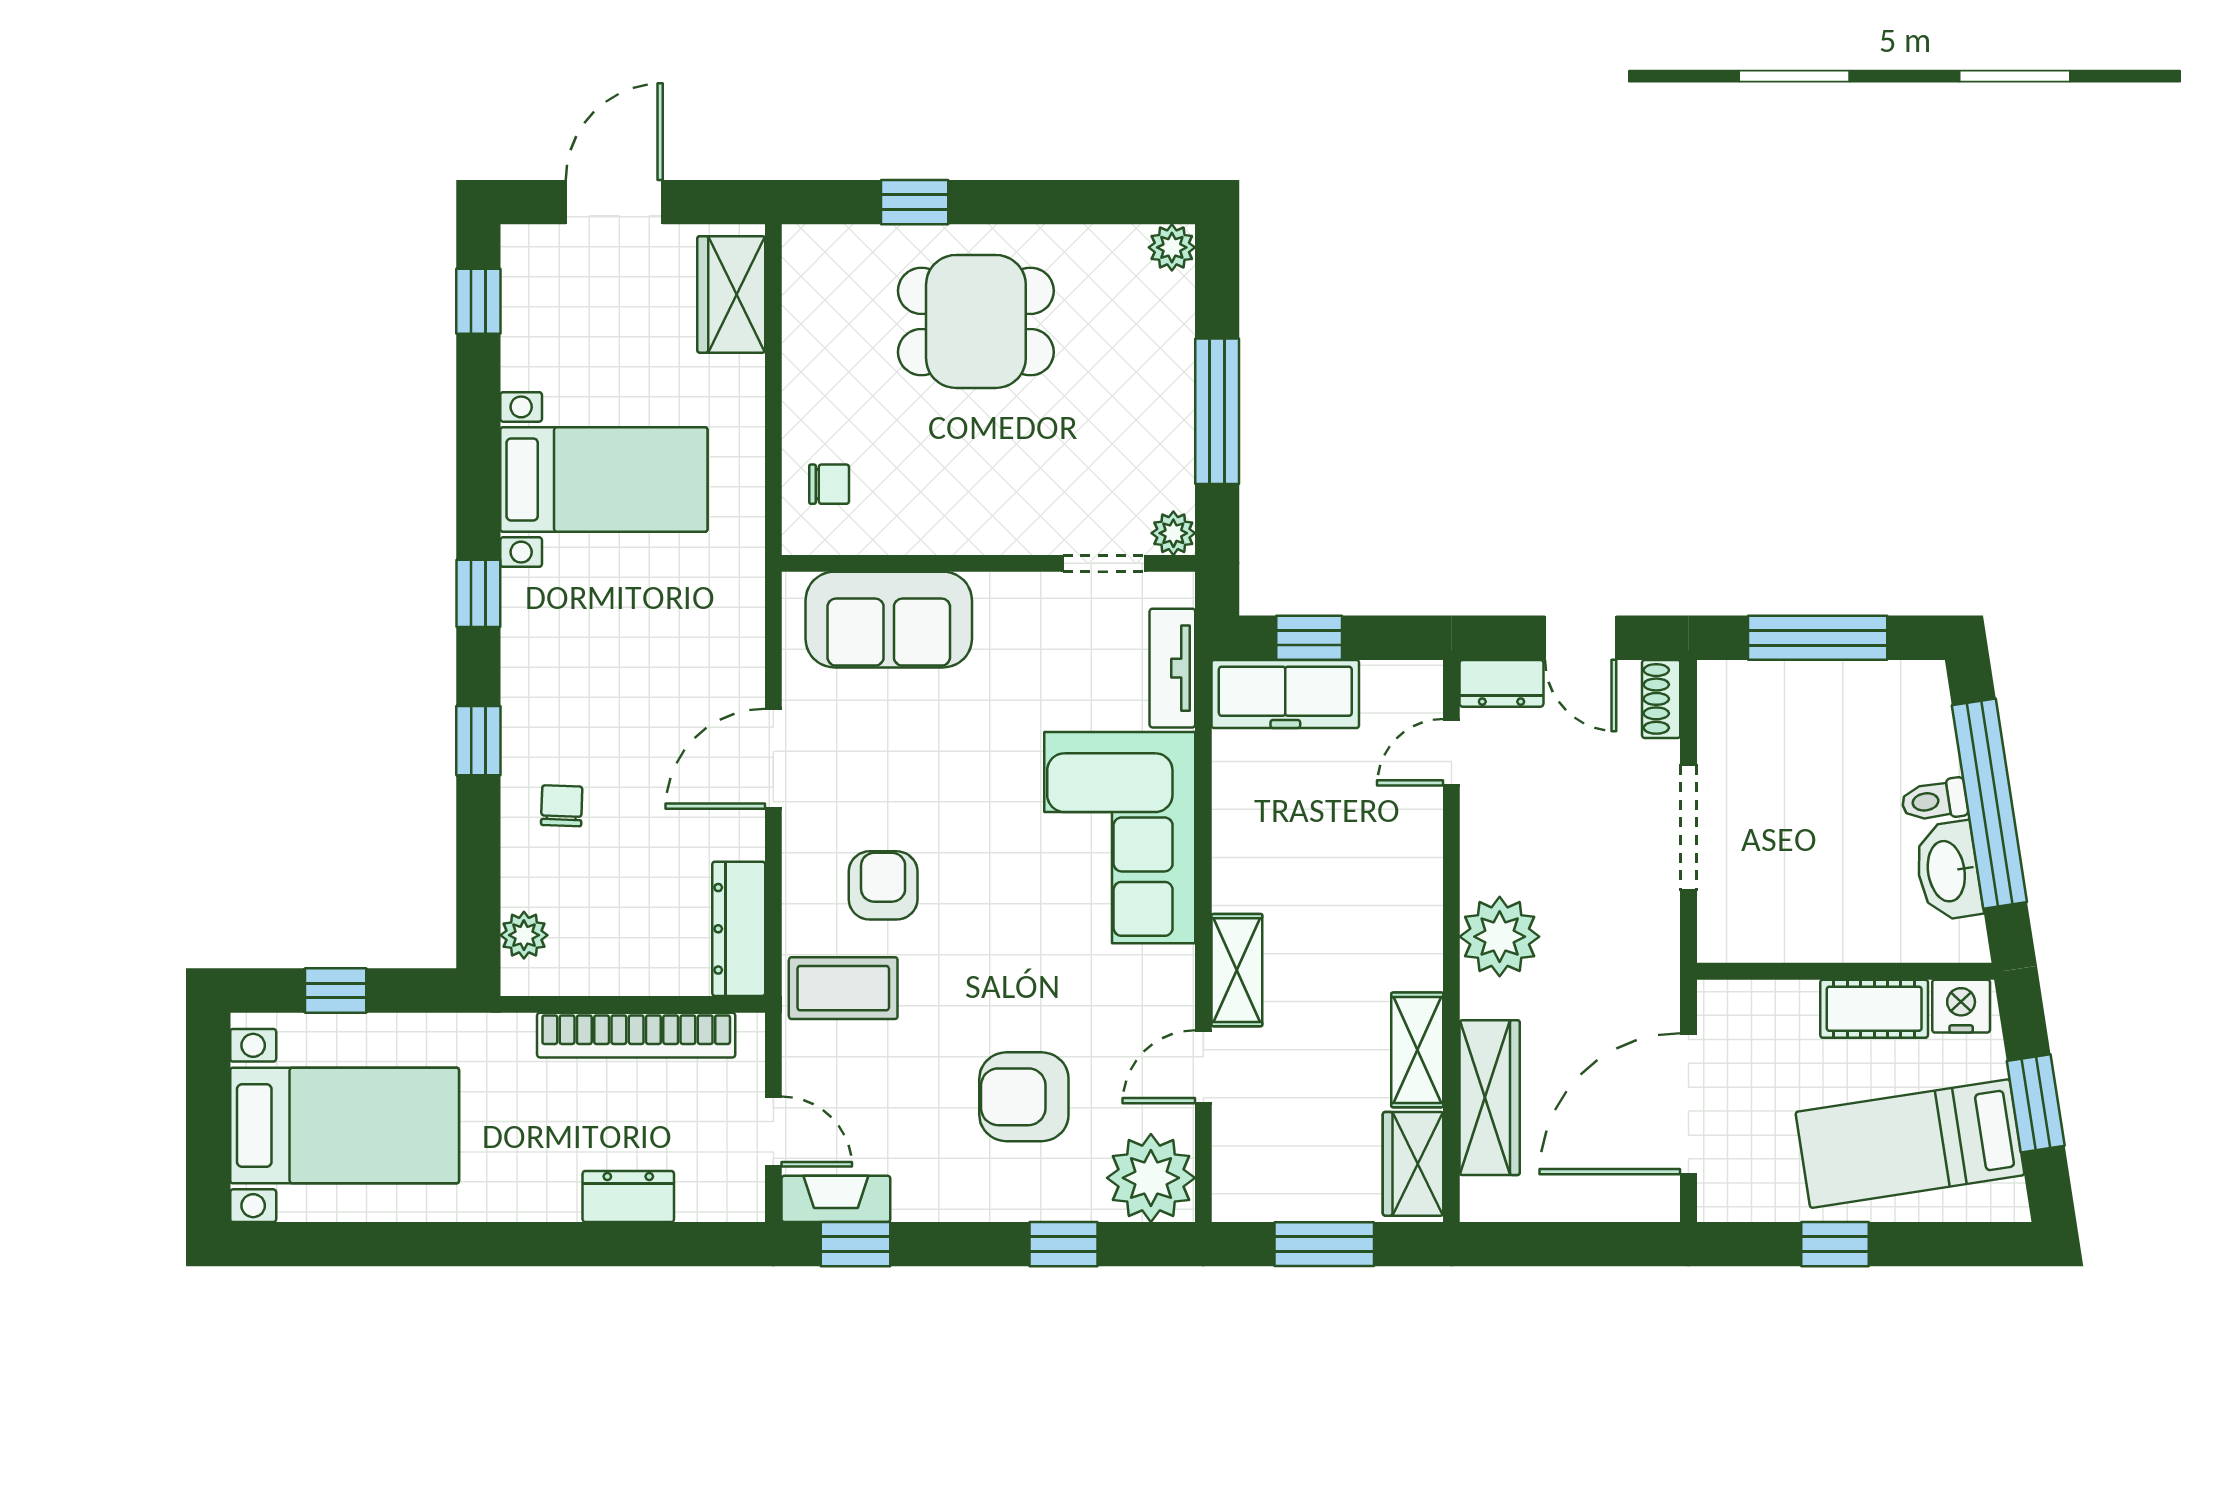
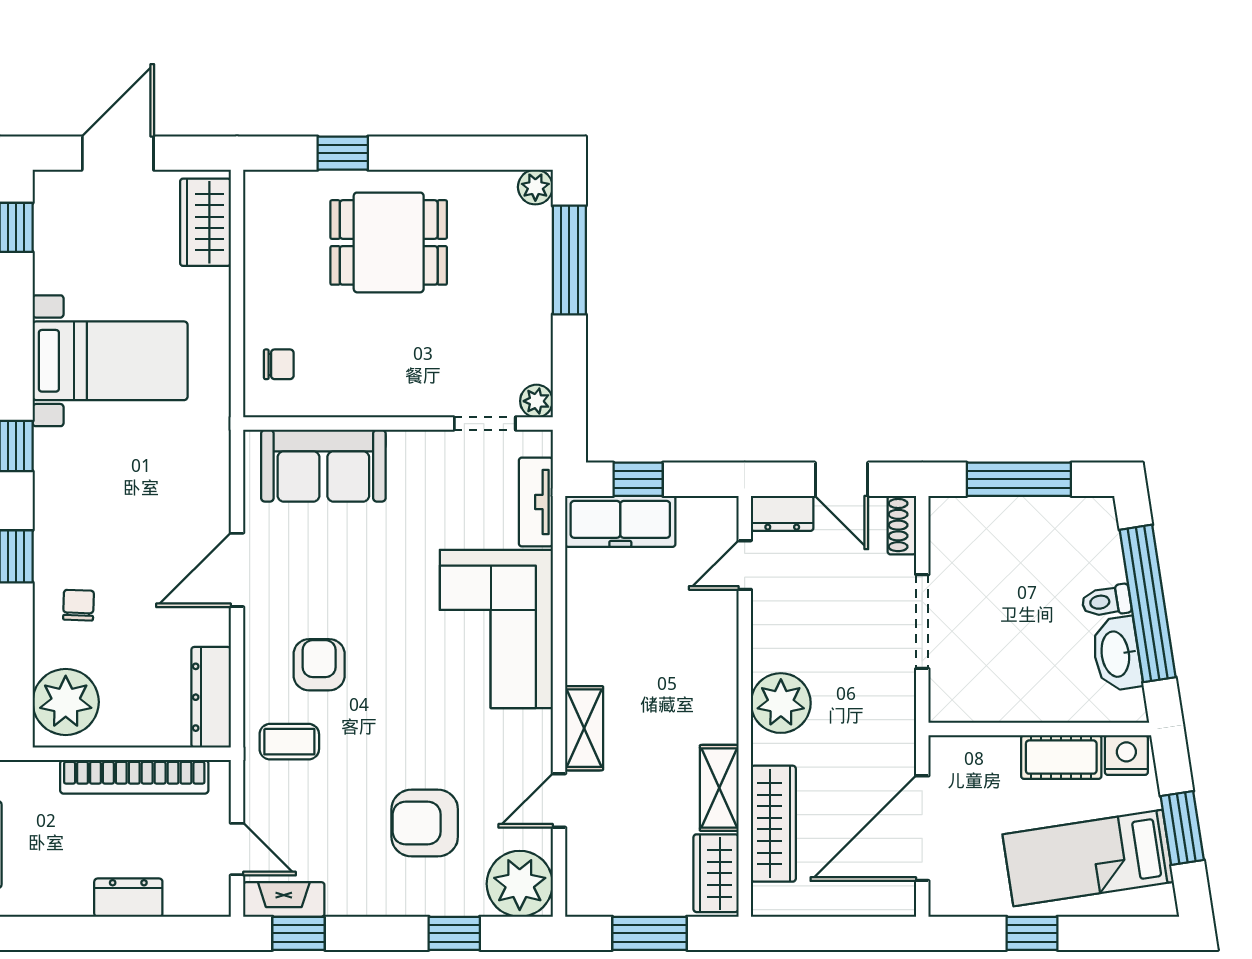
window: (1217, 411) -> (569, 260), moved
plant: (524, 935) -> (66, 702), width x1.88, depth x1.88
coffee table: (843, 988) -> (289, 742), width x0.73, depth x0.77

